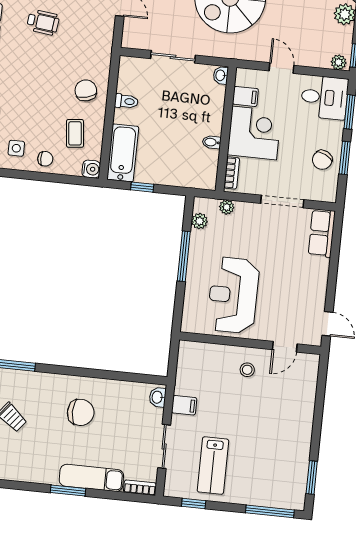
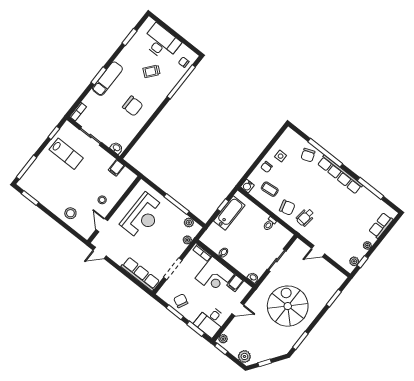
wheelchair: (43, 22) -> (305, 217), moved
bathtub: (123, 153) -> (229, 213), moved, turned -90
row of seats: (322, 233) -> (140, 274), width x1.48
reception desk: (233, 295) -> (143, 216), turned 90
stool: (296, 404) -> (70, 213), added
filing cabinet: (184, 405) -> (116, 168), moved
chair: (81, 412) -> (133, 106), turned -90
lab bench: (213, 466) -> (66, 154), turned 180
exam couch: (91, 478) -> (107, 79), moved

